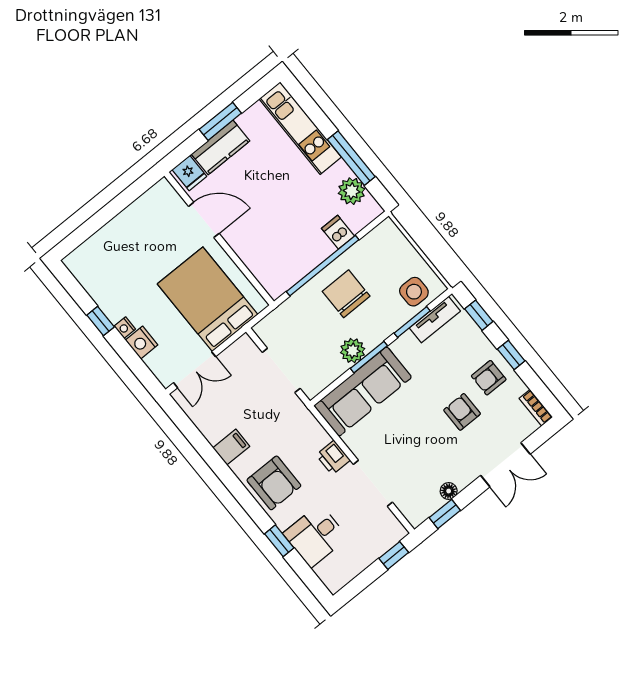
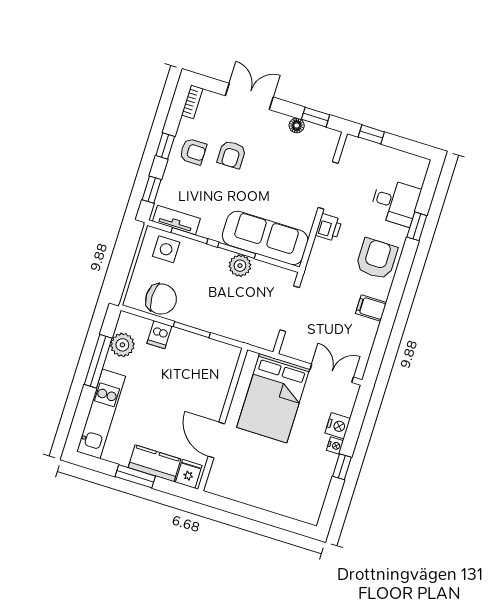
window: (323, 266) -> (192, 330), width x0.47
chair: (346, 294) -> (161, 299), moved, turned -90

